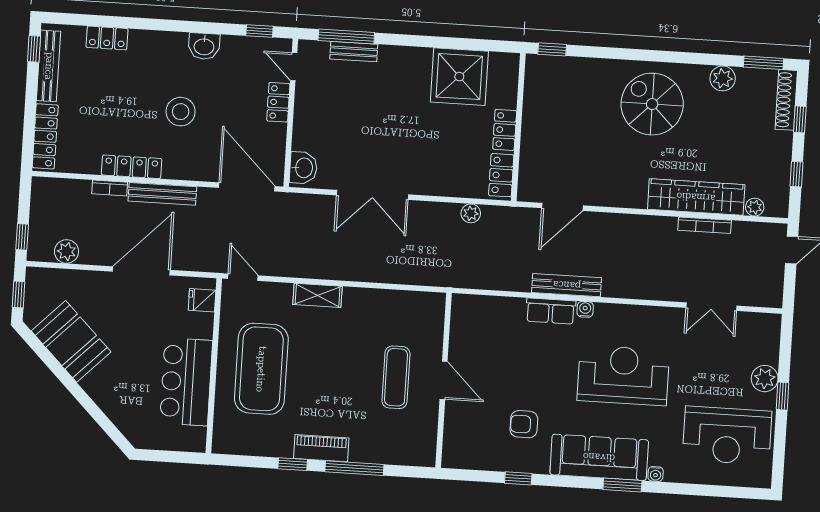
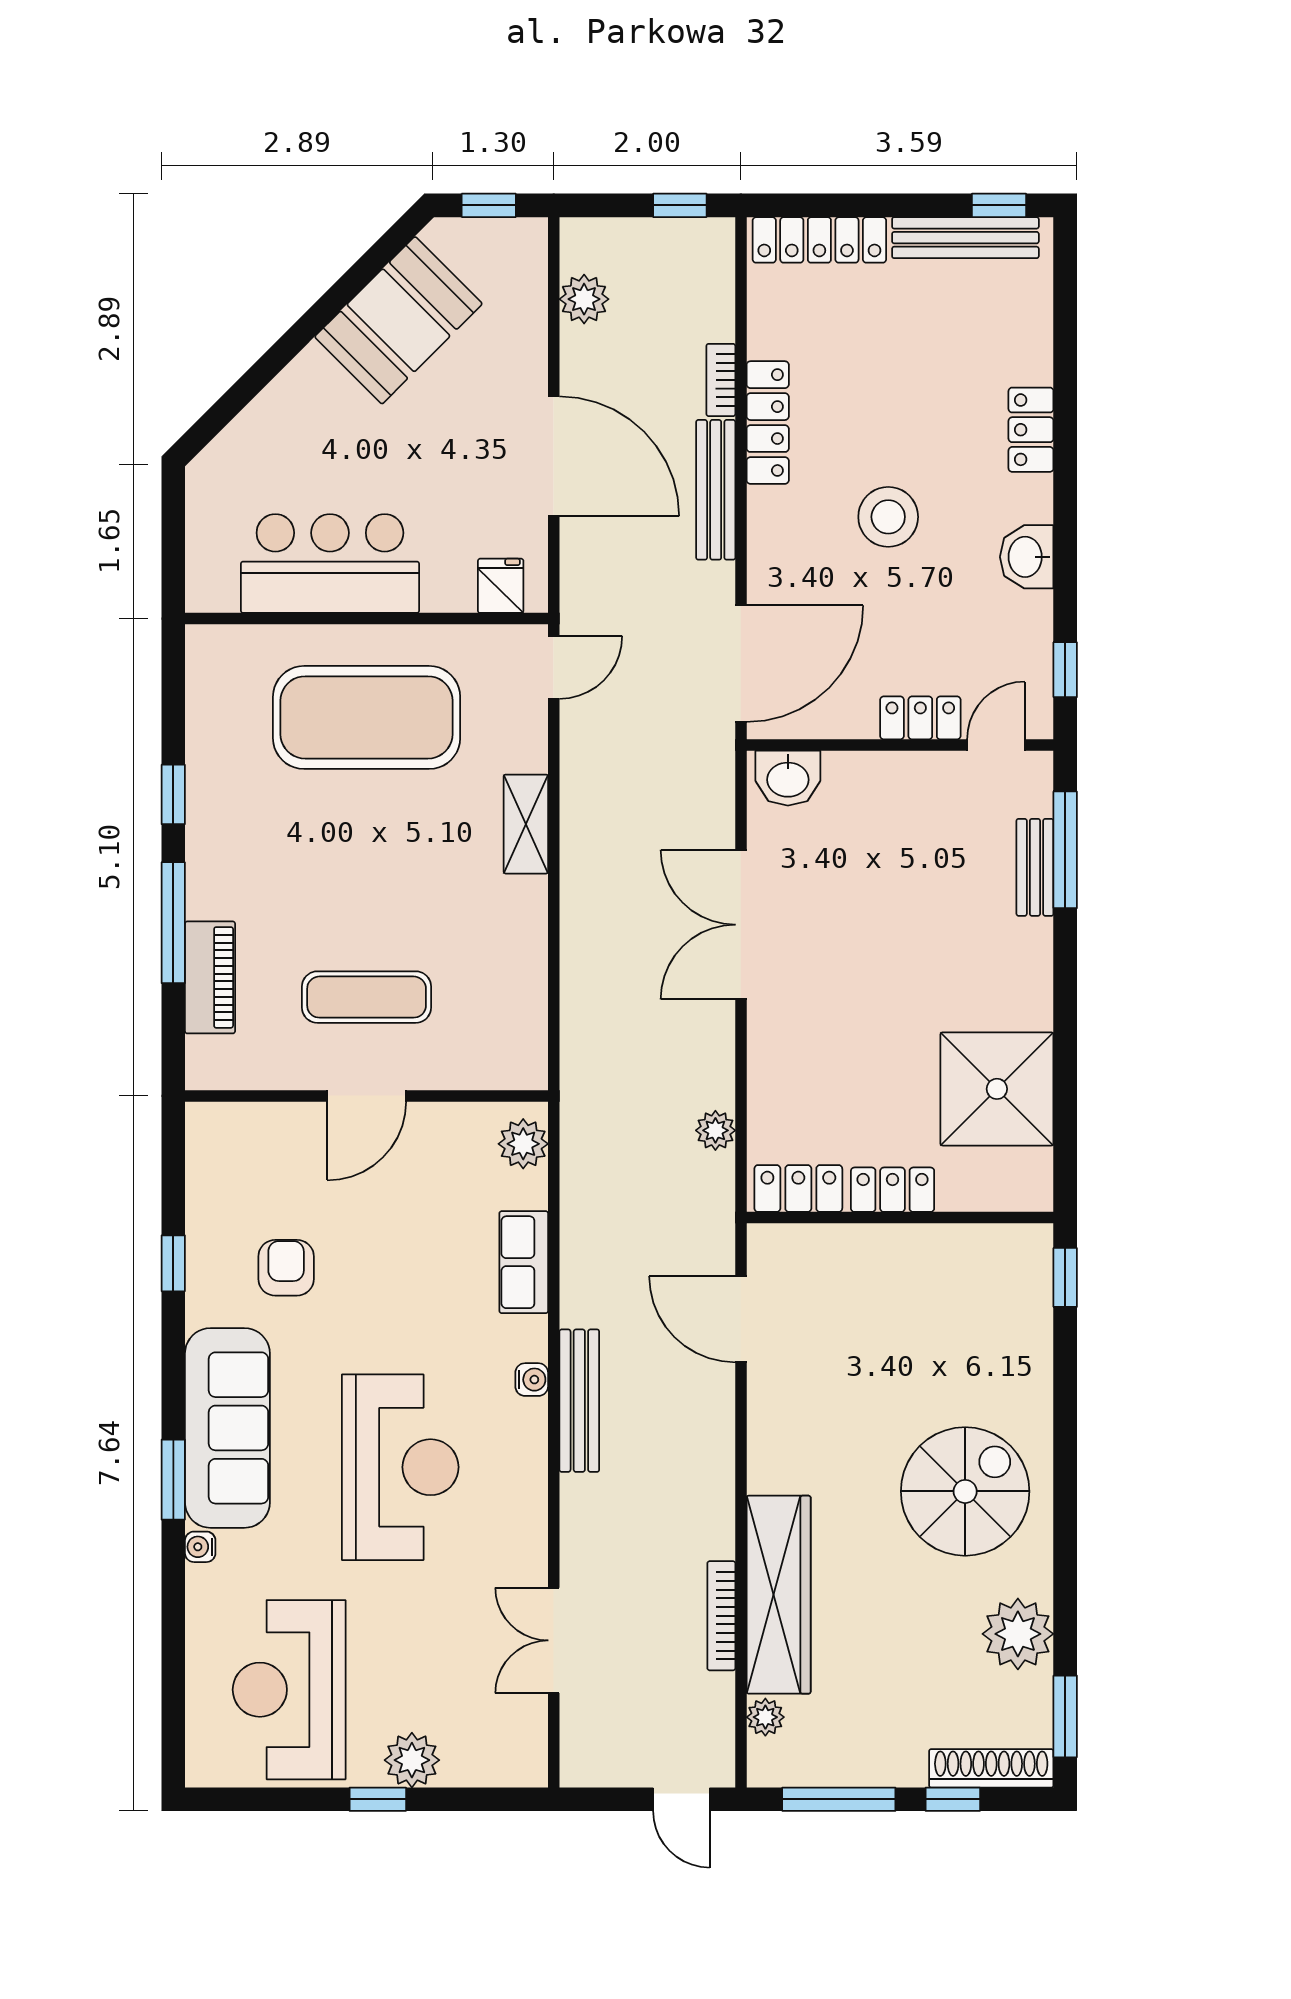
locker: (107, 38) -> (1031, 430), moved
plant: (723, 78) -> (1018, 1634), width x1.36, depth x1.36
window: (796, 174) -> (839, 1799), width x2.17
window: (22, 237) -> (680, 205), moved
bench: (567, 285) -> (579, 1401), moved
plant: (471, 306) -> (523, 1144), added
row of seats: (551, 311) -> (524, 1262), moved
piano: (321, 448) -> (210, 977), moved

